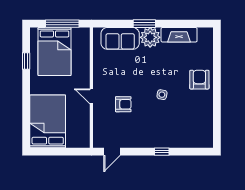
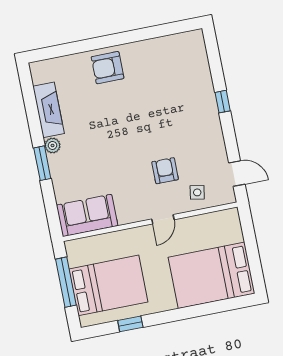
plant: (150, 37) -> (52, 145), width x0.53, depth x0.53
sofa: (120, 38) -> (87, 215), moved, turned -90
side table: (162, 95) -> (197, 192), moved

